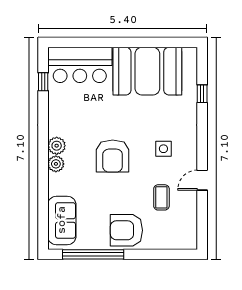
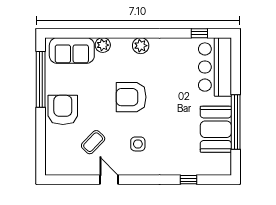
window: (140, 42) -> (236, 122), added
booth: (147, 71) -> (216, 129), width x0.73, depth x0.70
plant: (56, 164) -> (103, 45), moved
coffee table: (161, 197) -> (93, 142), turned -46

